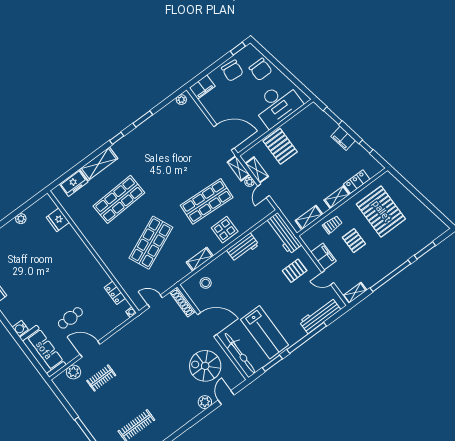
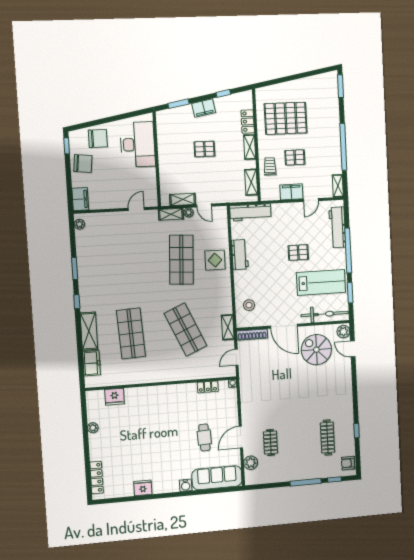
door: (224, 137) -> (136, 209), width x0.53
pallet: (280, 146) -> (204, 149), moved, width x0.67, depth x0.71
window: (425, 250) -> (340, 86), moved
shelving: (200, 259) -> (228, 327), moved
pallet: (295, 271) -> (298, 252), moved, turned 90
door: (207, 324) -> (284, 326), swing flipped
spiral stairs: (205, 366) -> (316, 350), turned 90
plant: (205, 402) -> (343, 332), moved

